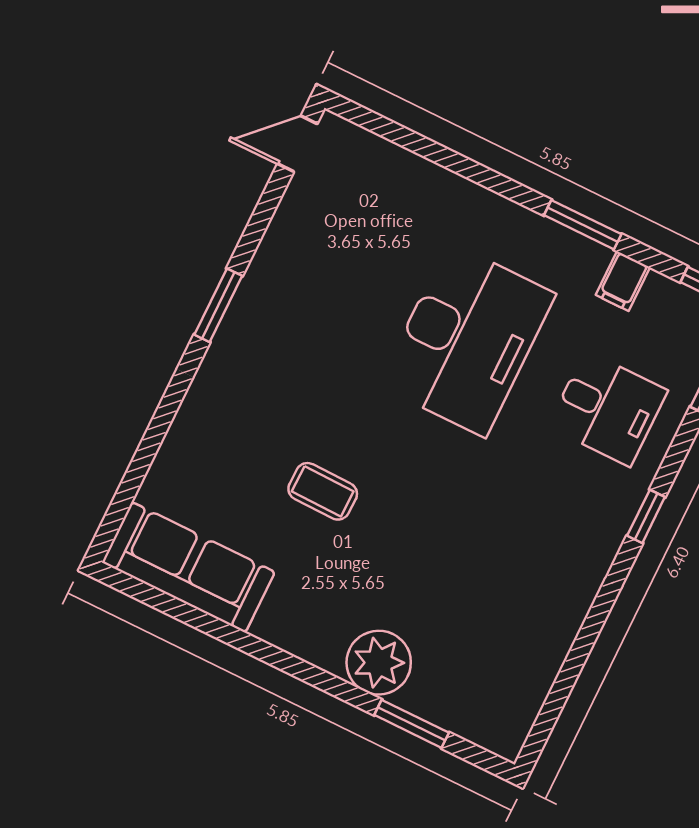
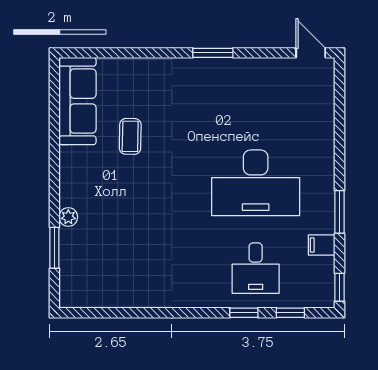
coffee table: (323, 491) -> (130, 136), moved
window: (646, 516) -> (244, 313), moved
plant: (379, 663) -> (68, 217), width x0.53, depth x0.53

